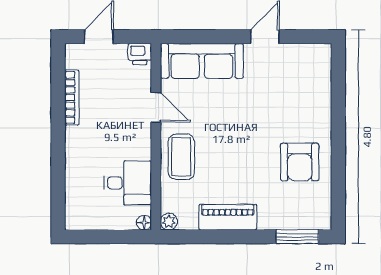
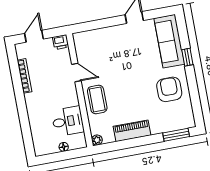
sofa: (202, 61) -> (169, 41), moved, turned 90
window: (338, 116) -> (187, 57), added
armchair: (300, 162) -> (169, 89), turned 180
floor lamp: (144, 223) -> (64, 147), moved

